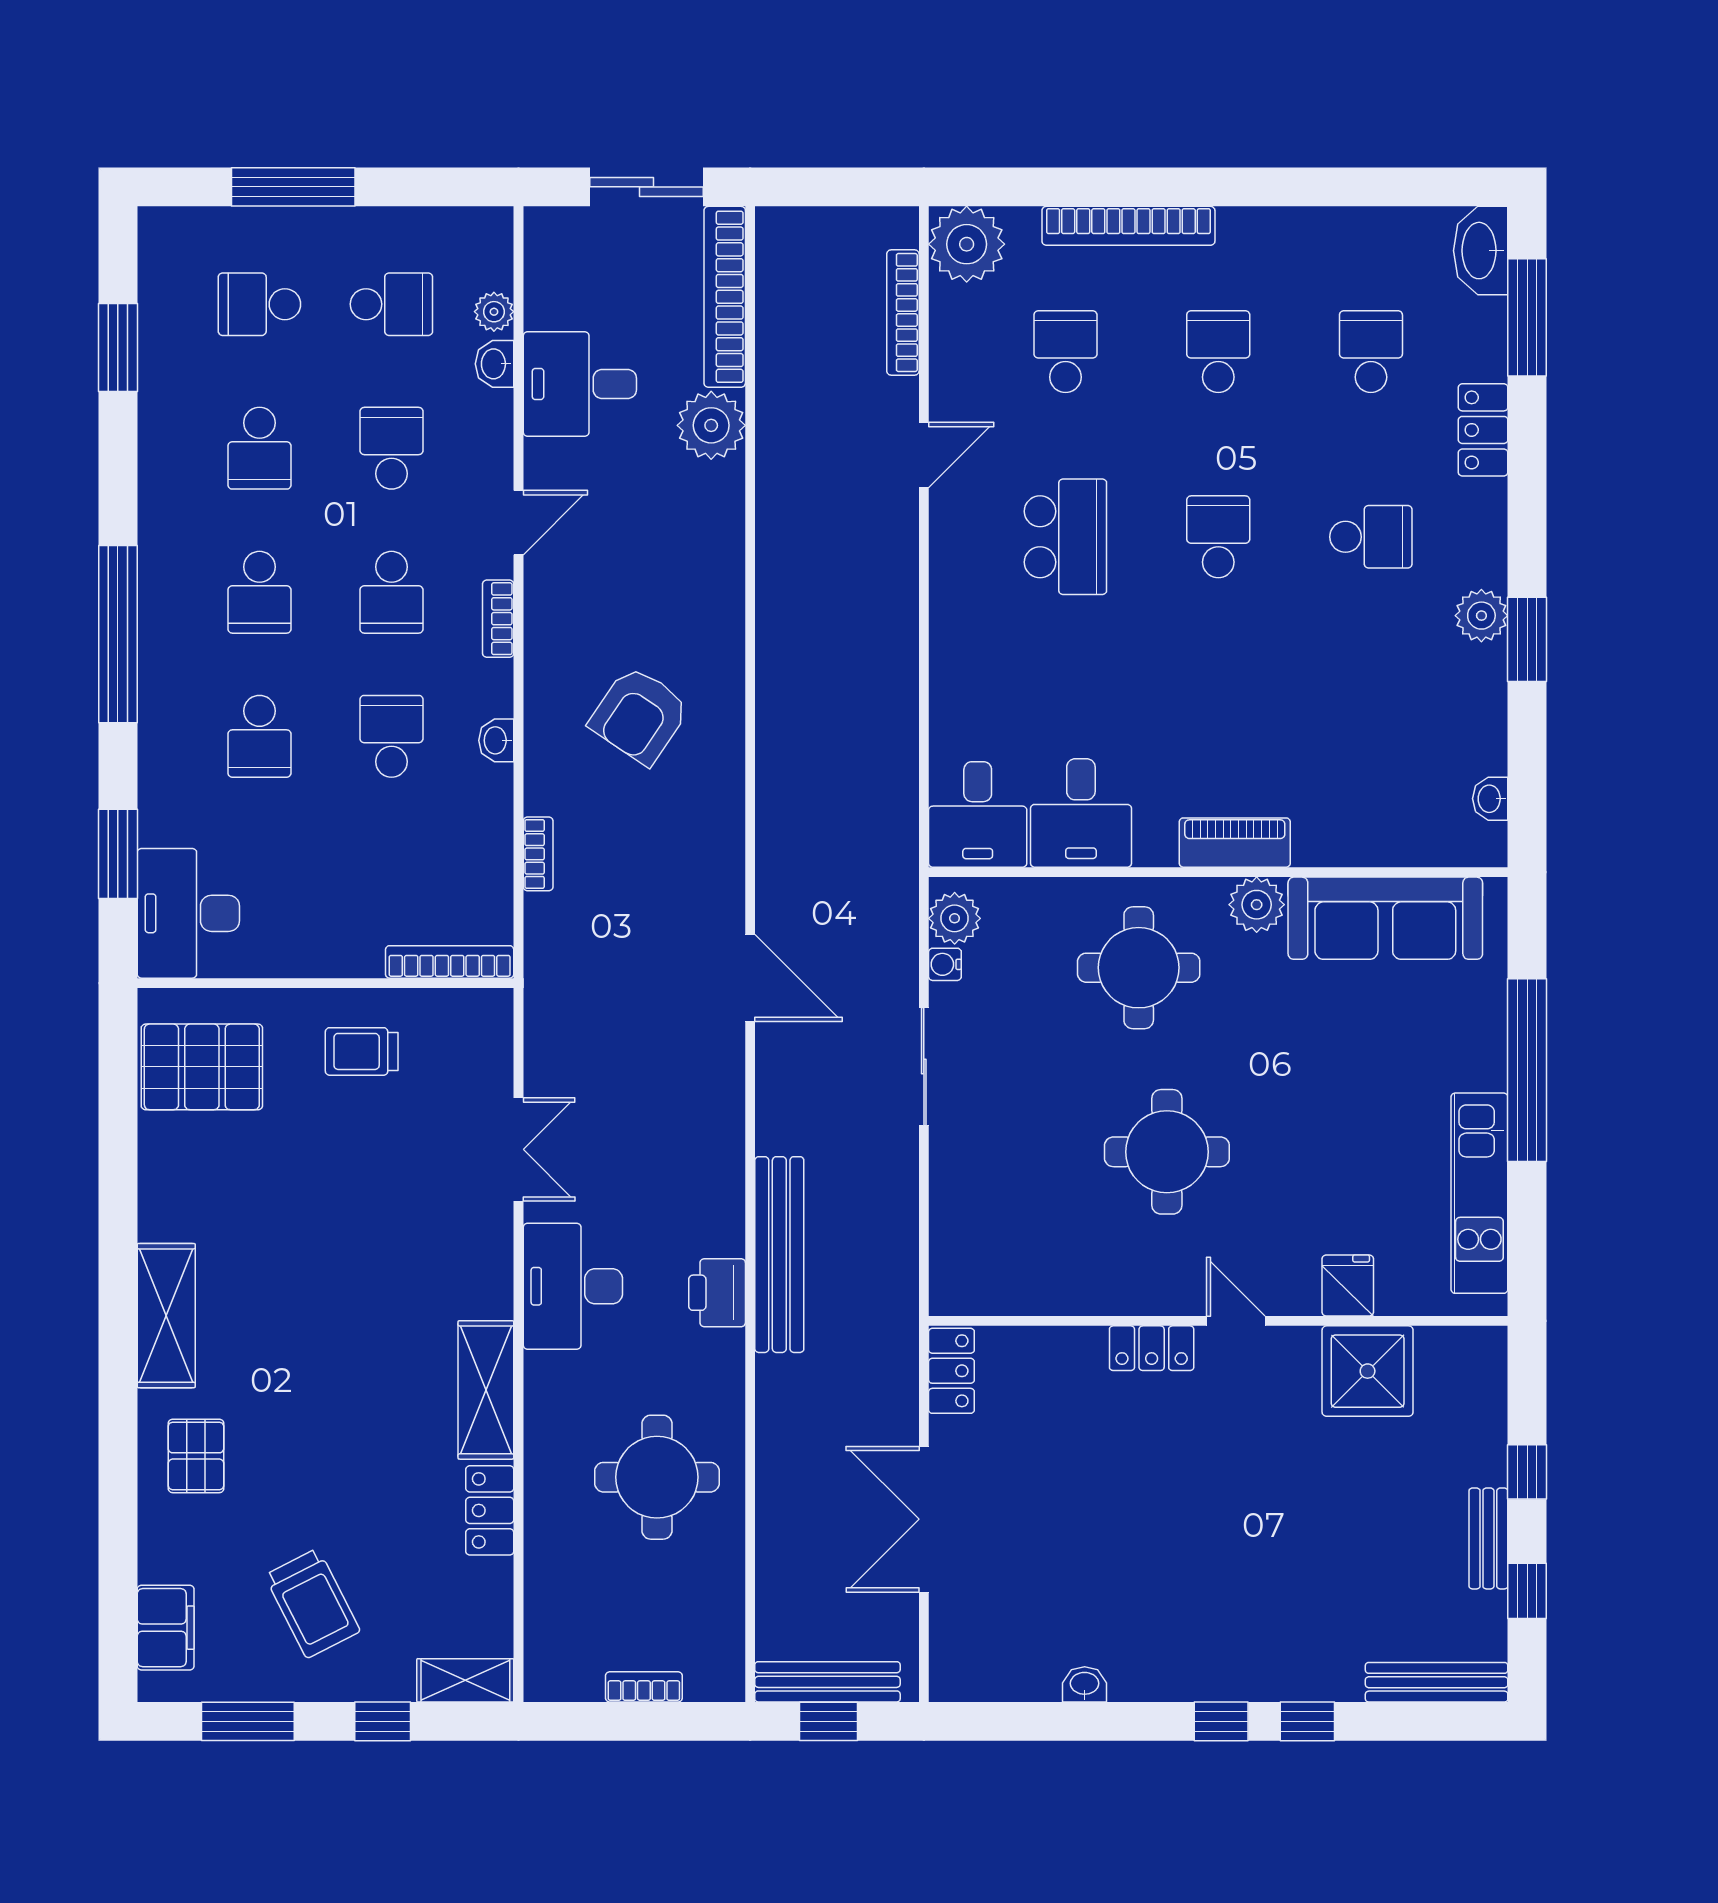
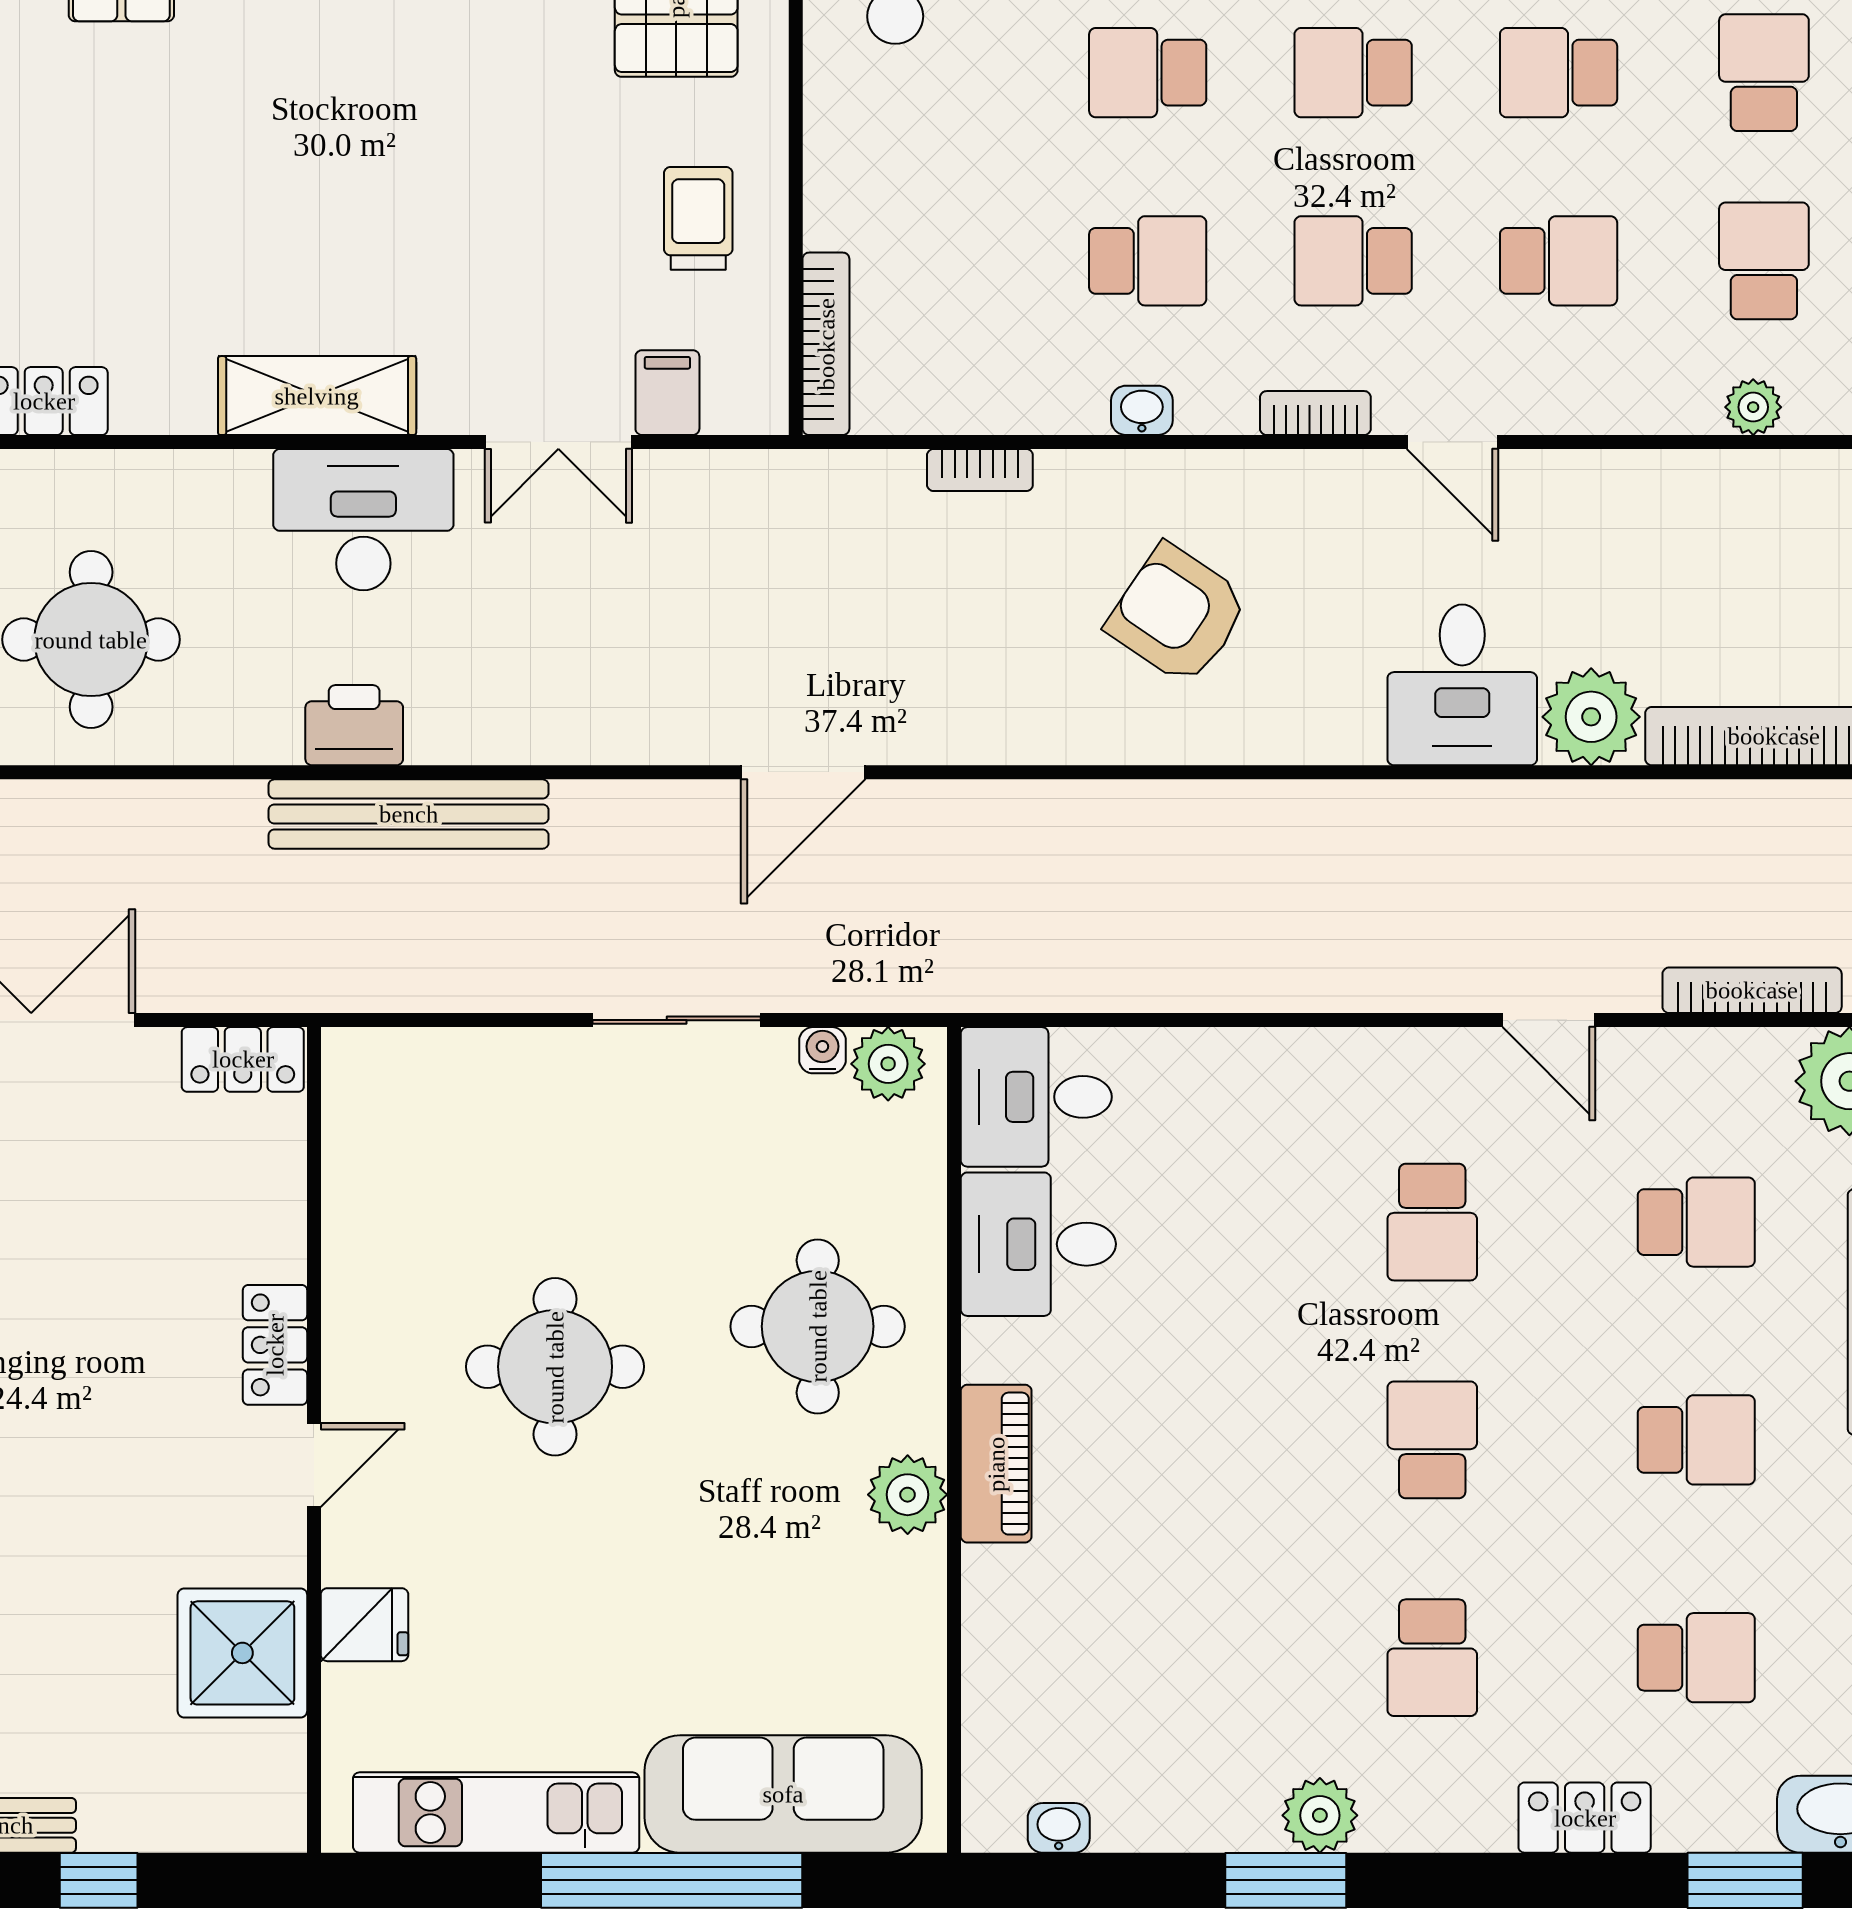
school desk: (391, 304) -> (1764, 261), turned 180
window: (1527, 317) -> (1745, 1880), width x0.69
washbasin: (495, 364) -> (1679, 408), removed
desk: (580, 384) -> (1462, 685), moved, turned 180
school desk: (1065, 537) -> (1432, 1222), width x0.54
school desk: (1218, 537) -> (1432, 1440), turned -90
sofa: (1385, 918) -> (783, 1794), moved, turned 90
filing cabinet: (484, 1073) -> (667, 393), added
shelving: (486, 1390) -> (317, 396), moved

